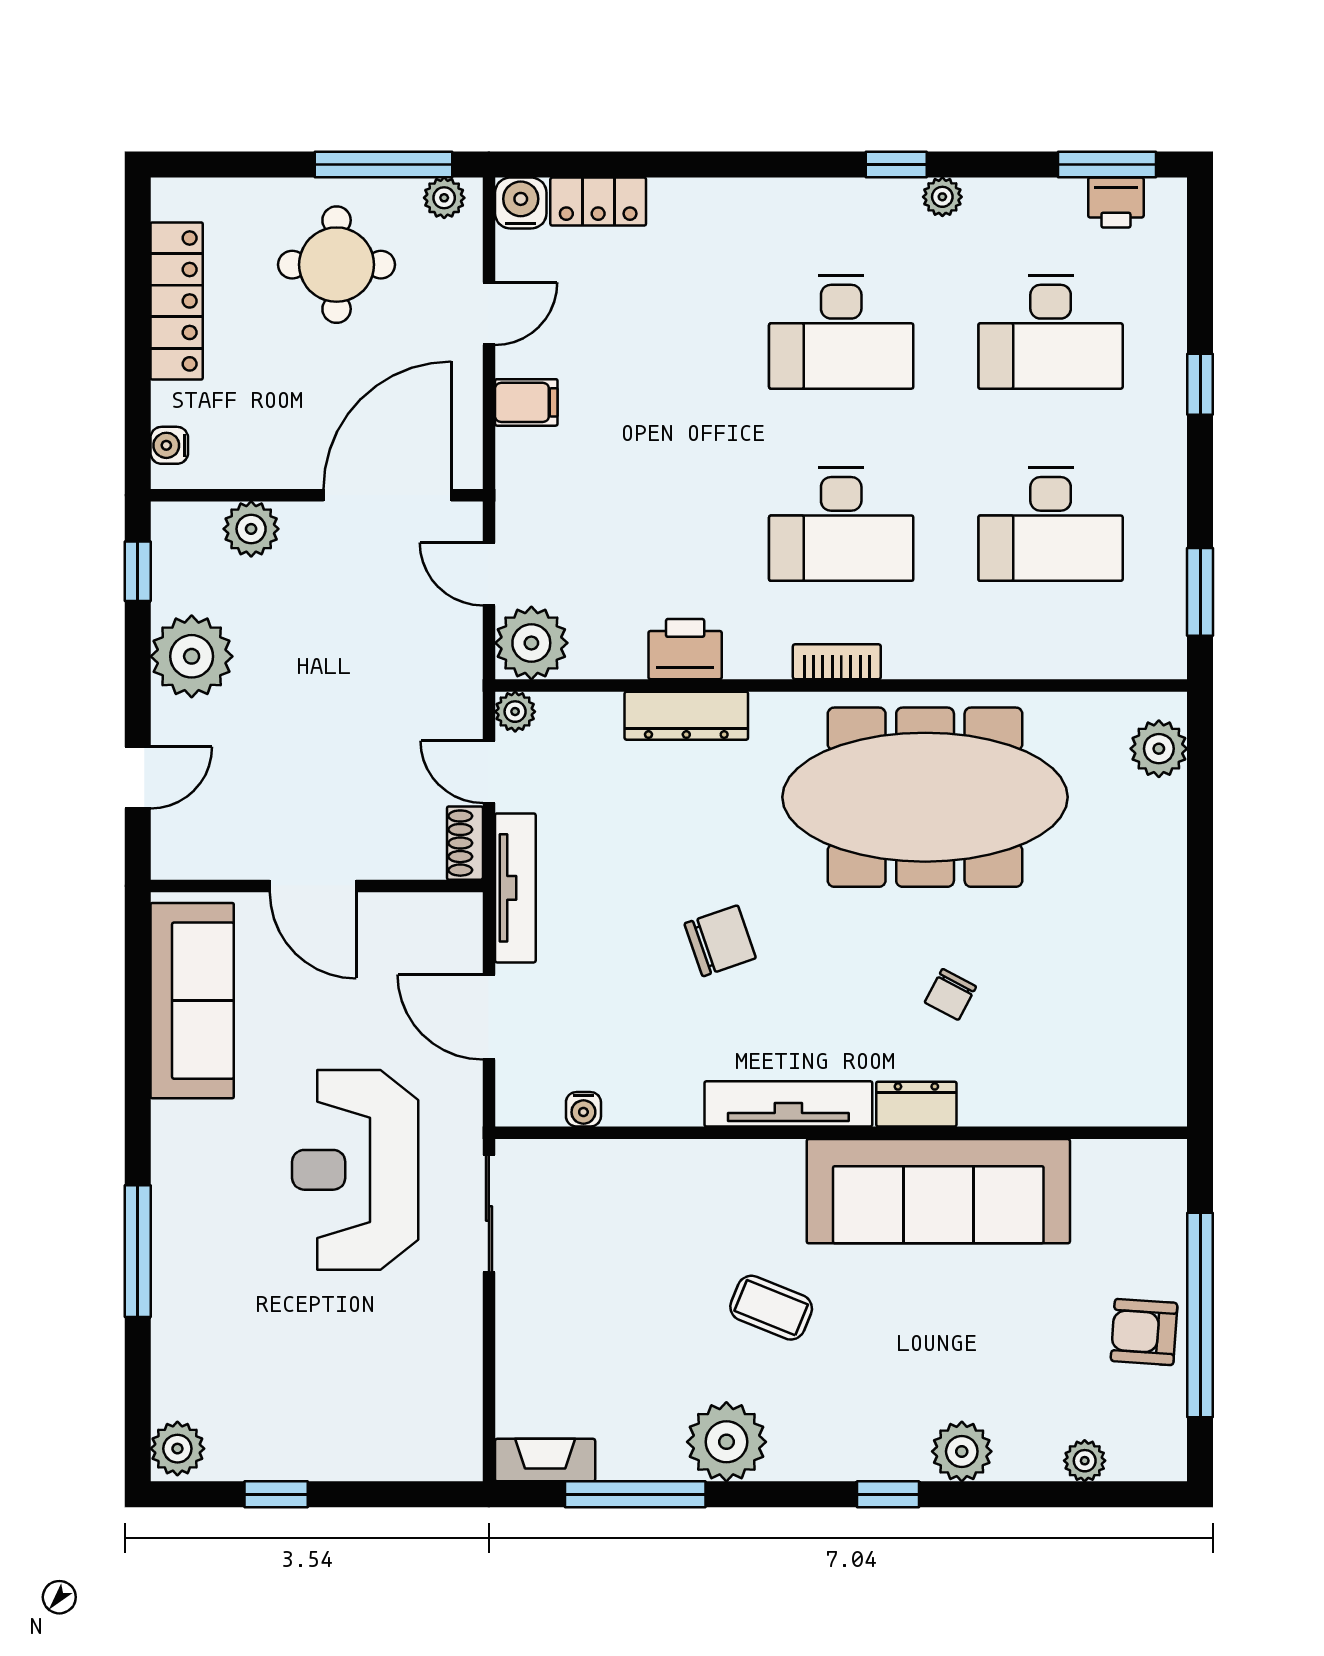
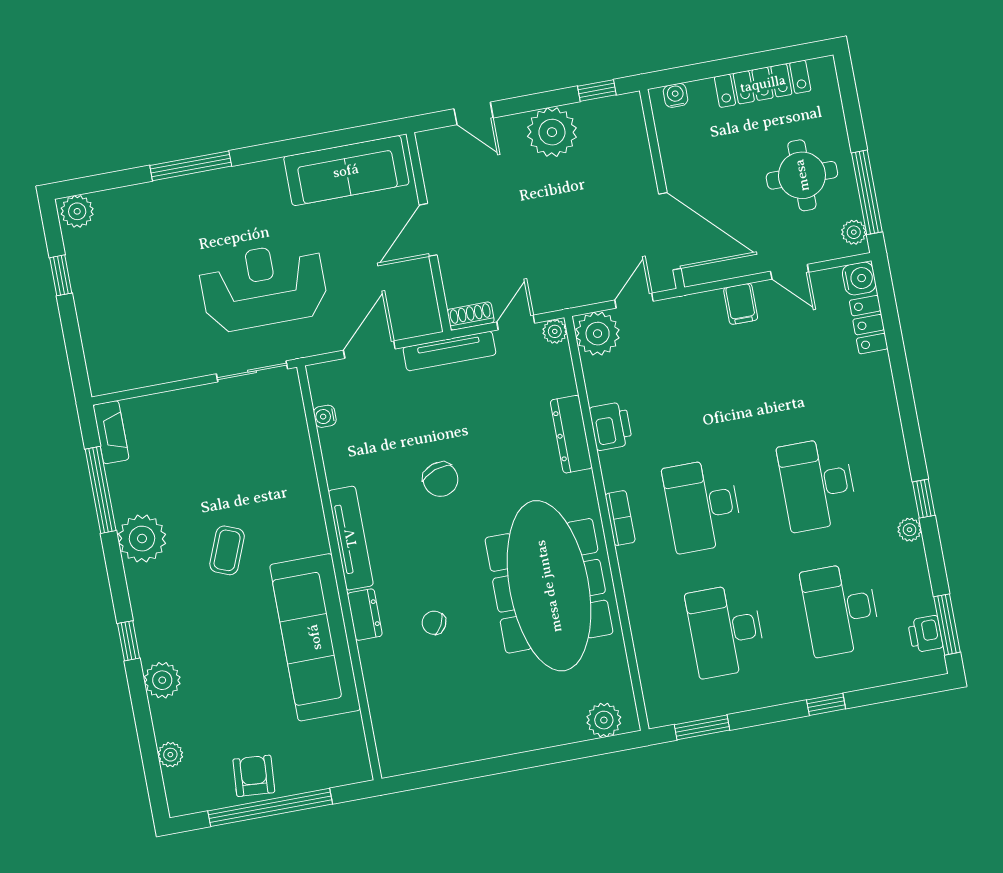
plant: (251, 529) -> (635, 154), removed

